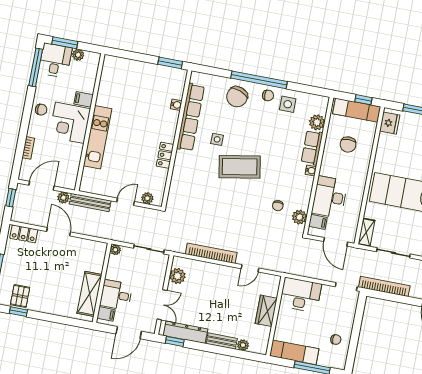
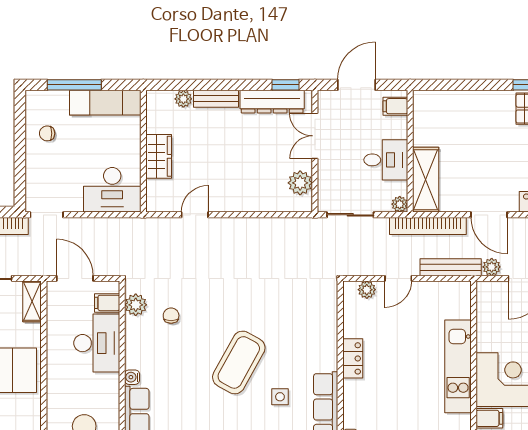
coffee table: (240, 167) -> (239, 362), turned -51
bookcase: (211, 253) -> (428, 226), moved
shelving: (89, 294) -> (426, 180), moved
desk: (116, 295) -> (386, 160), moved

